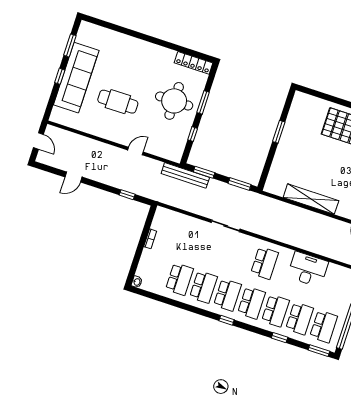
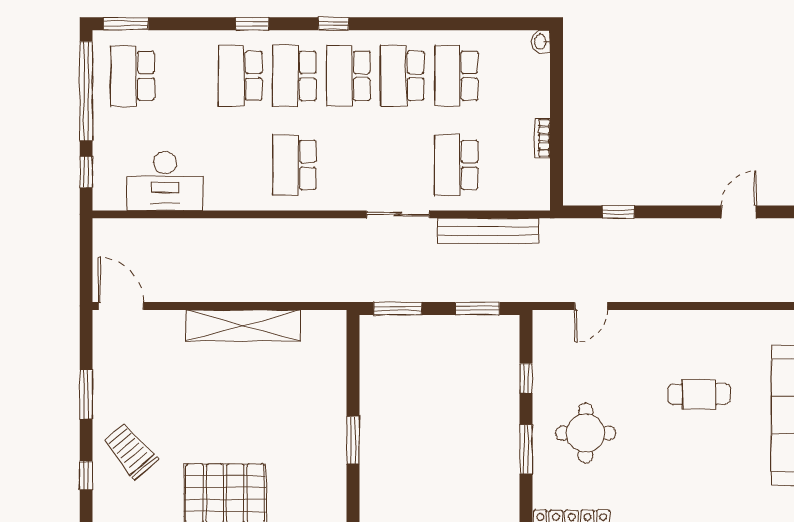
round table: (174, 101) -> (586, 433), width x0.73, depth x0.73
cafe table: (118, 102) -> (699, 394), width x0.73, depth x0.74
door: (135, 151) -> (591, 306), moved
bench: (185, 175) -> (488, 231), moved
desk: (308, 269) -> (165, 181), moved
school desk: (300, 319) -> (456, 165), moved
window: (280, 338) -> (252, 24), moved

